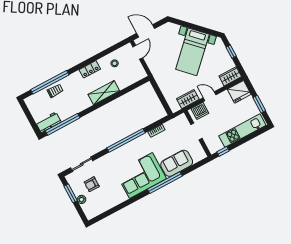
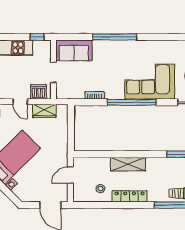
door: (138, 52) -> (70, 175), moved
locker: (90, 69) -> (130, 196), width x1.53
sofa: (177, 163) -> (74, 50), moved
corner sofa: (141, 175) -> (150, 82), moved, turned 180

